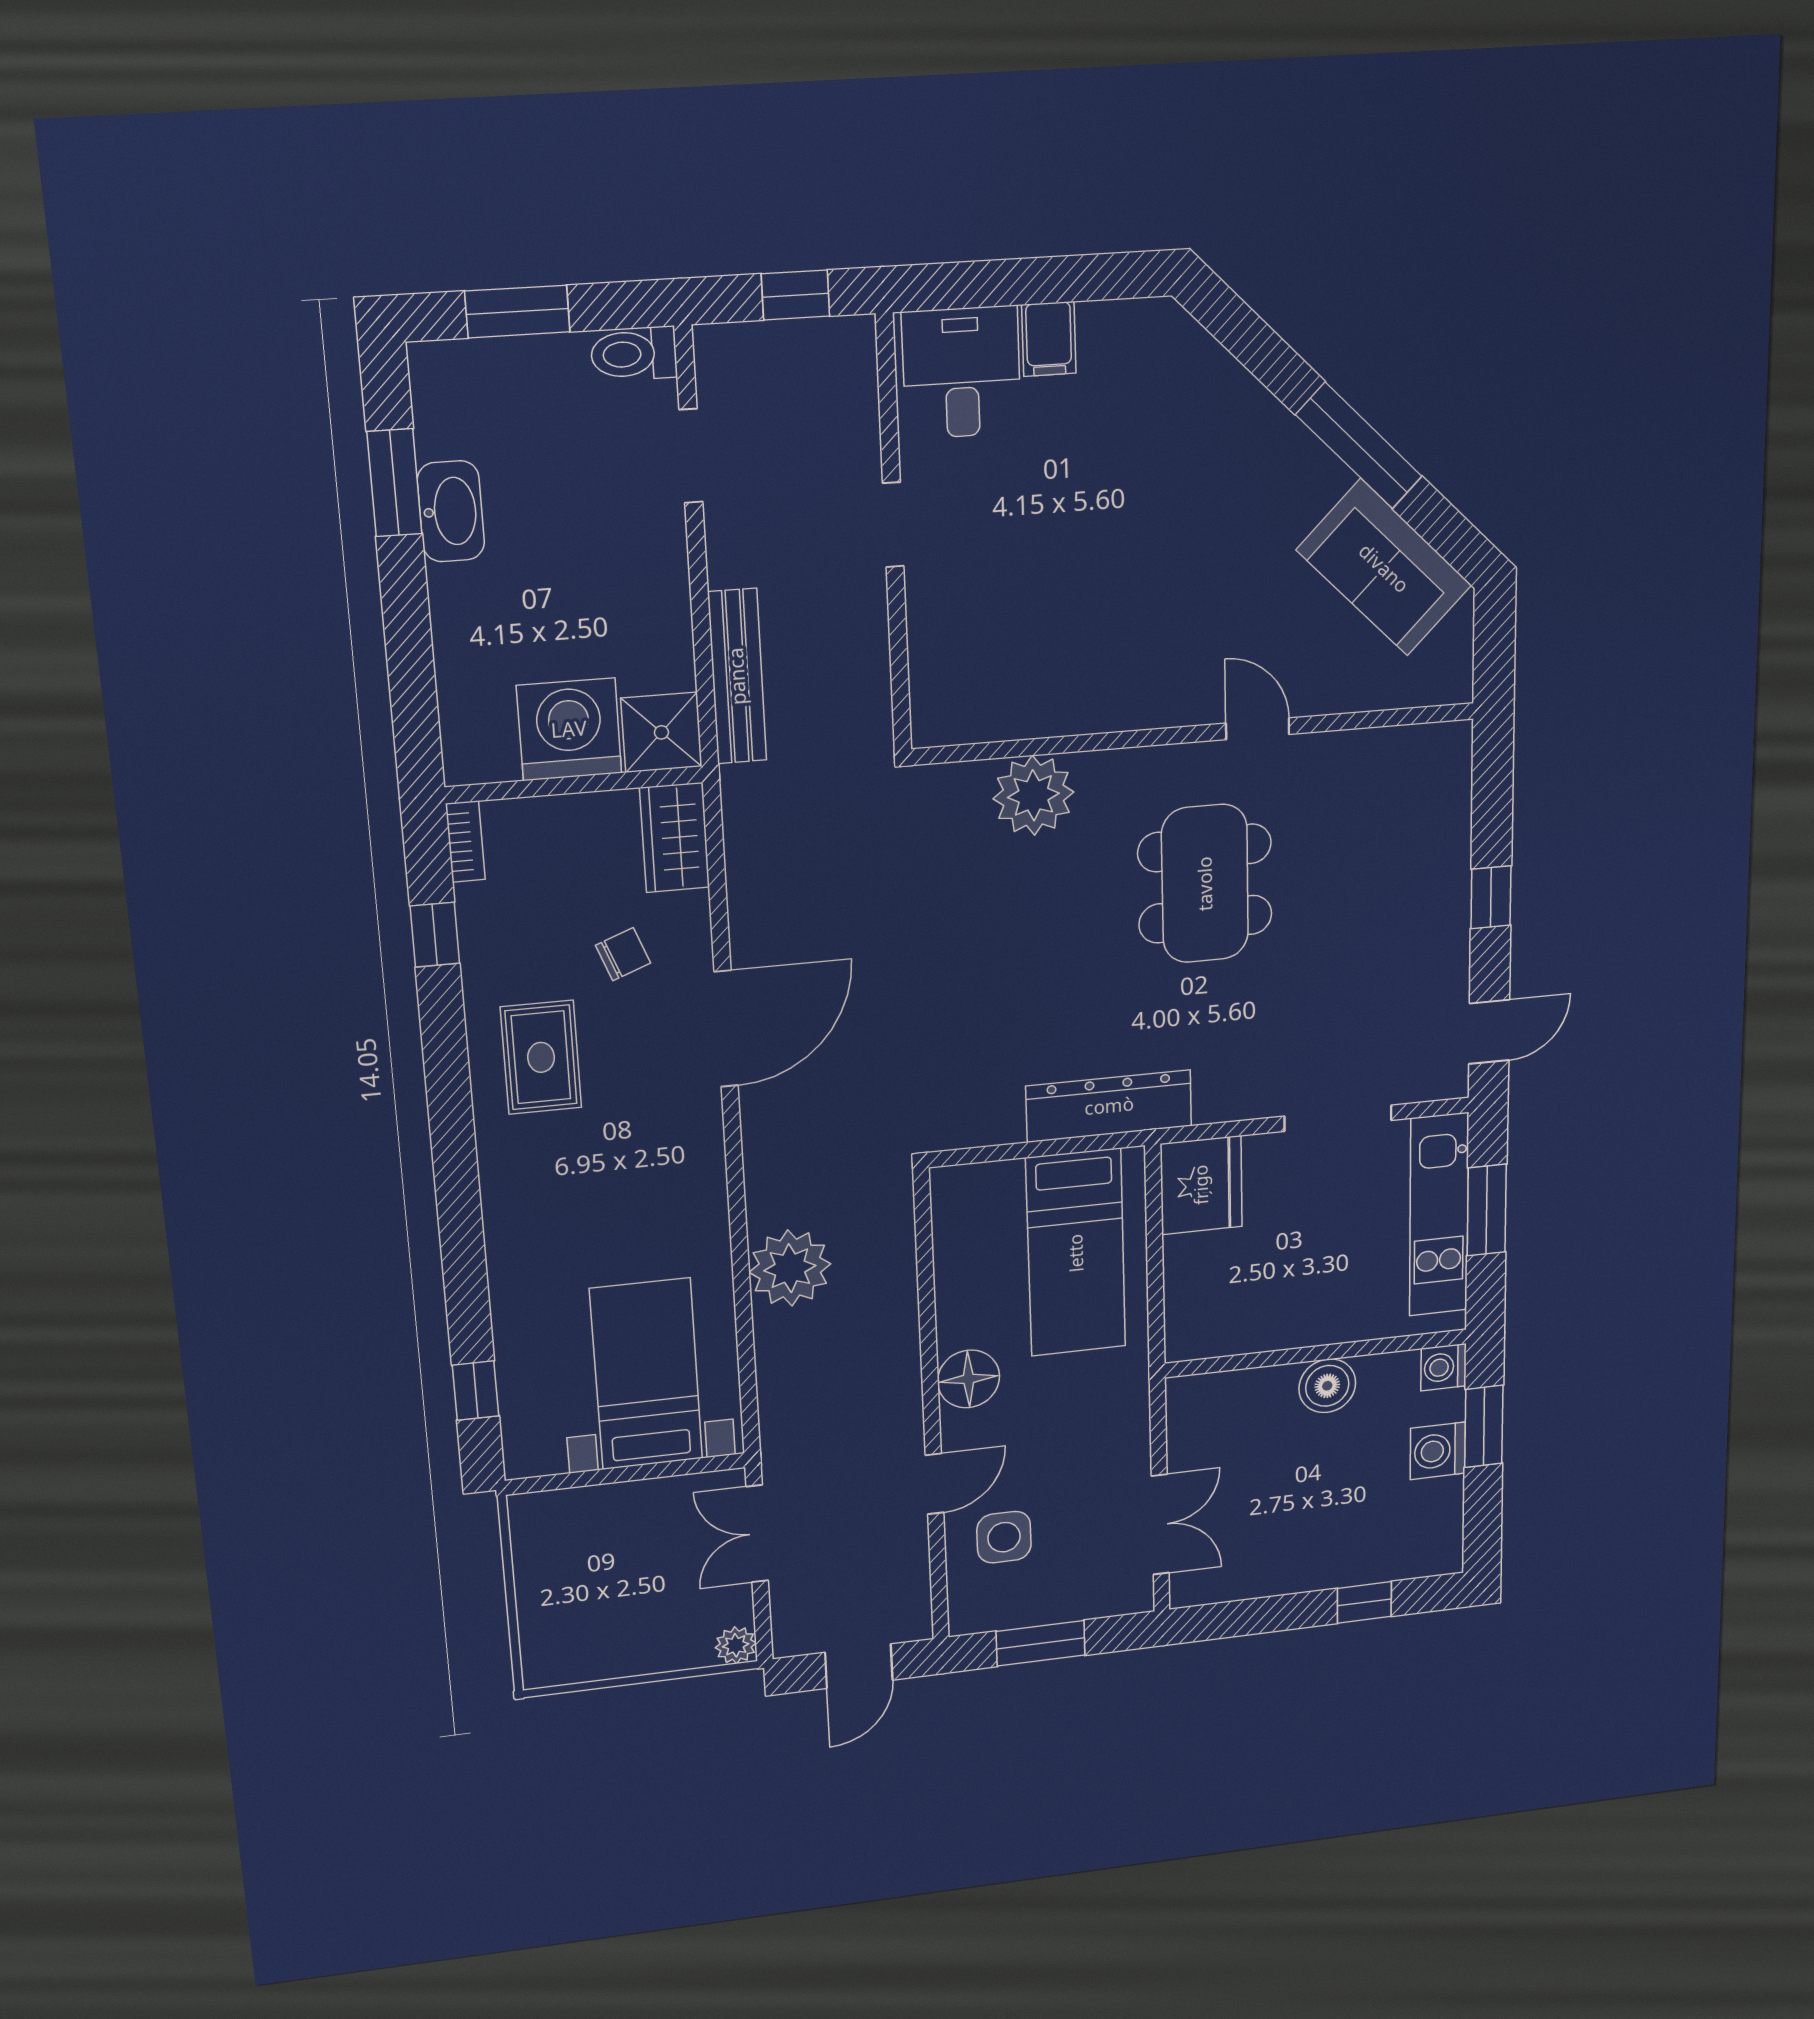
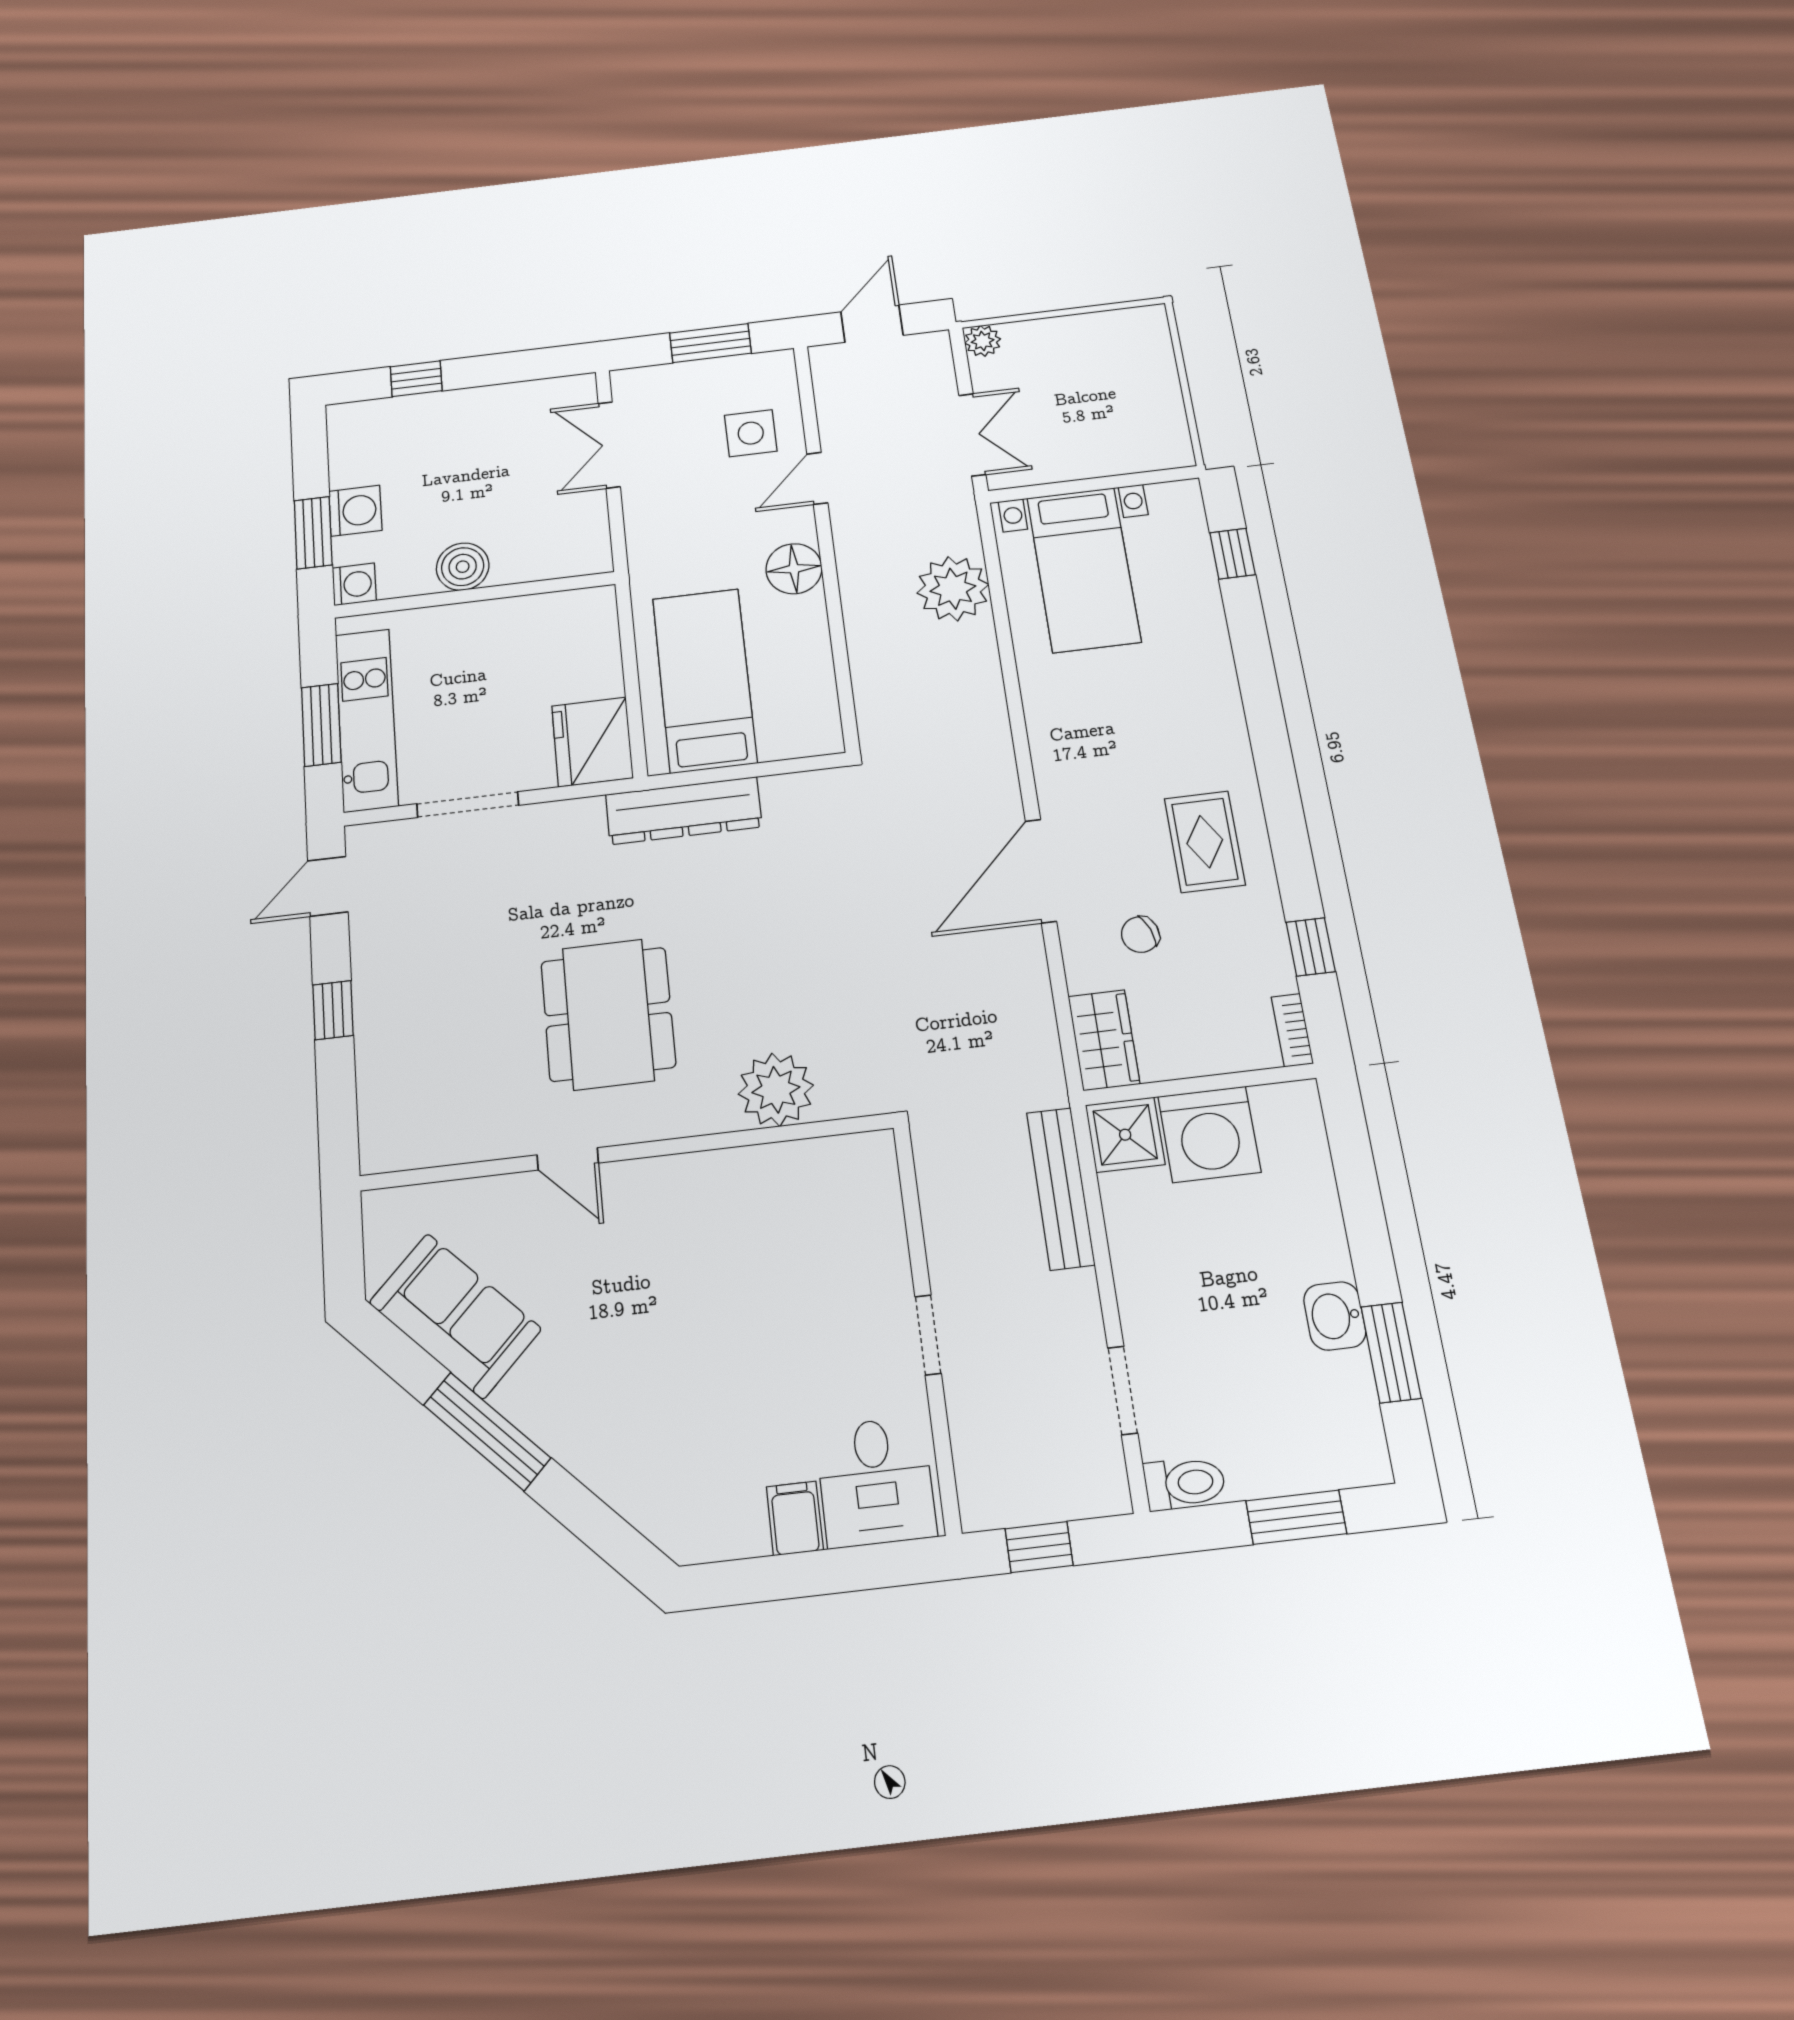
washbasin: (451, 511) -> (1335, 1316), width x0.72
plant: (790, 1268) -> (953, 589), moved

